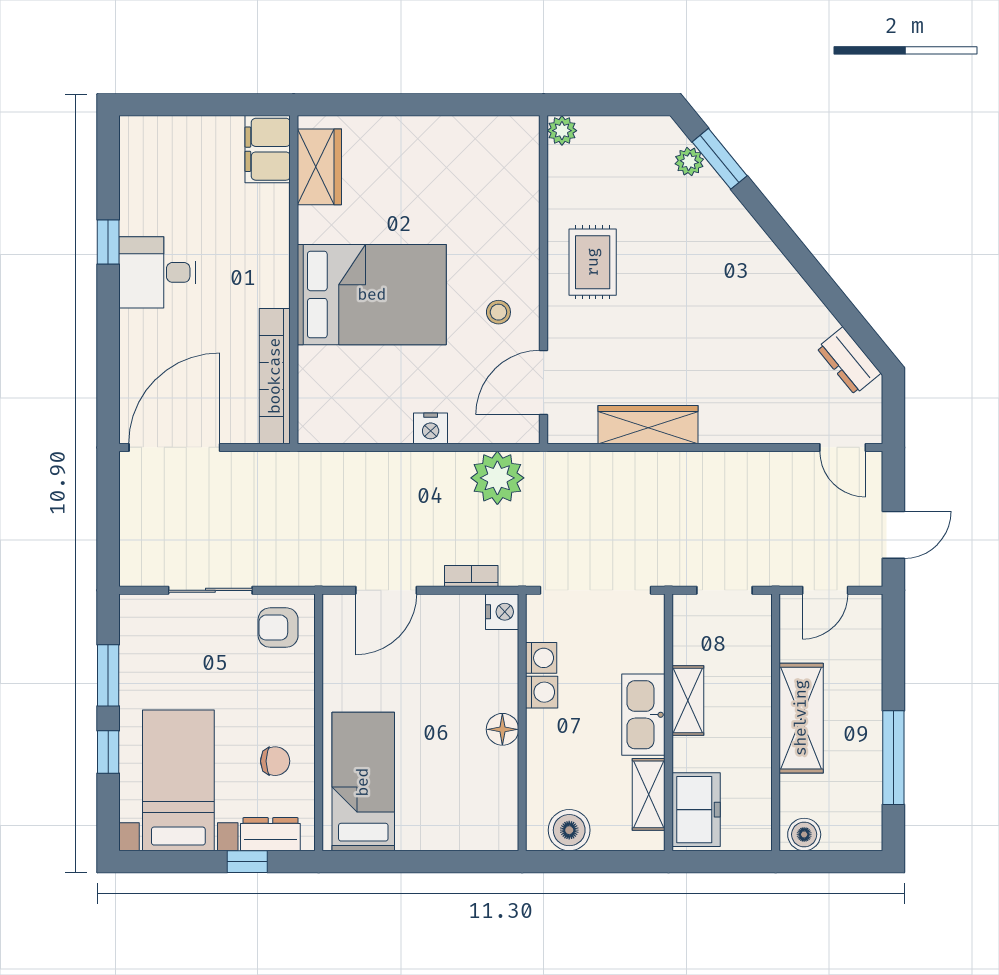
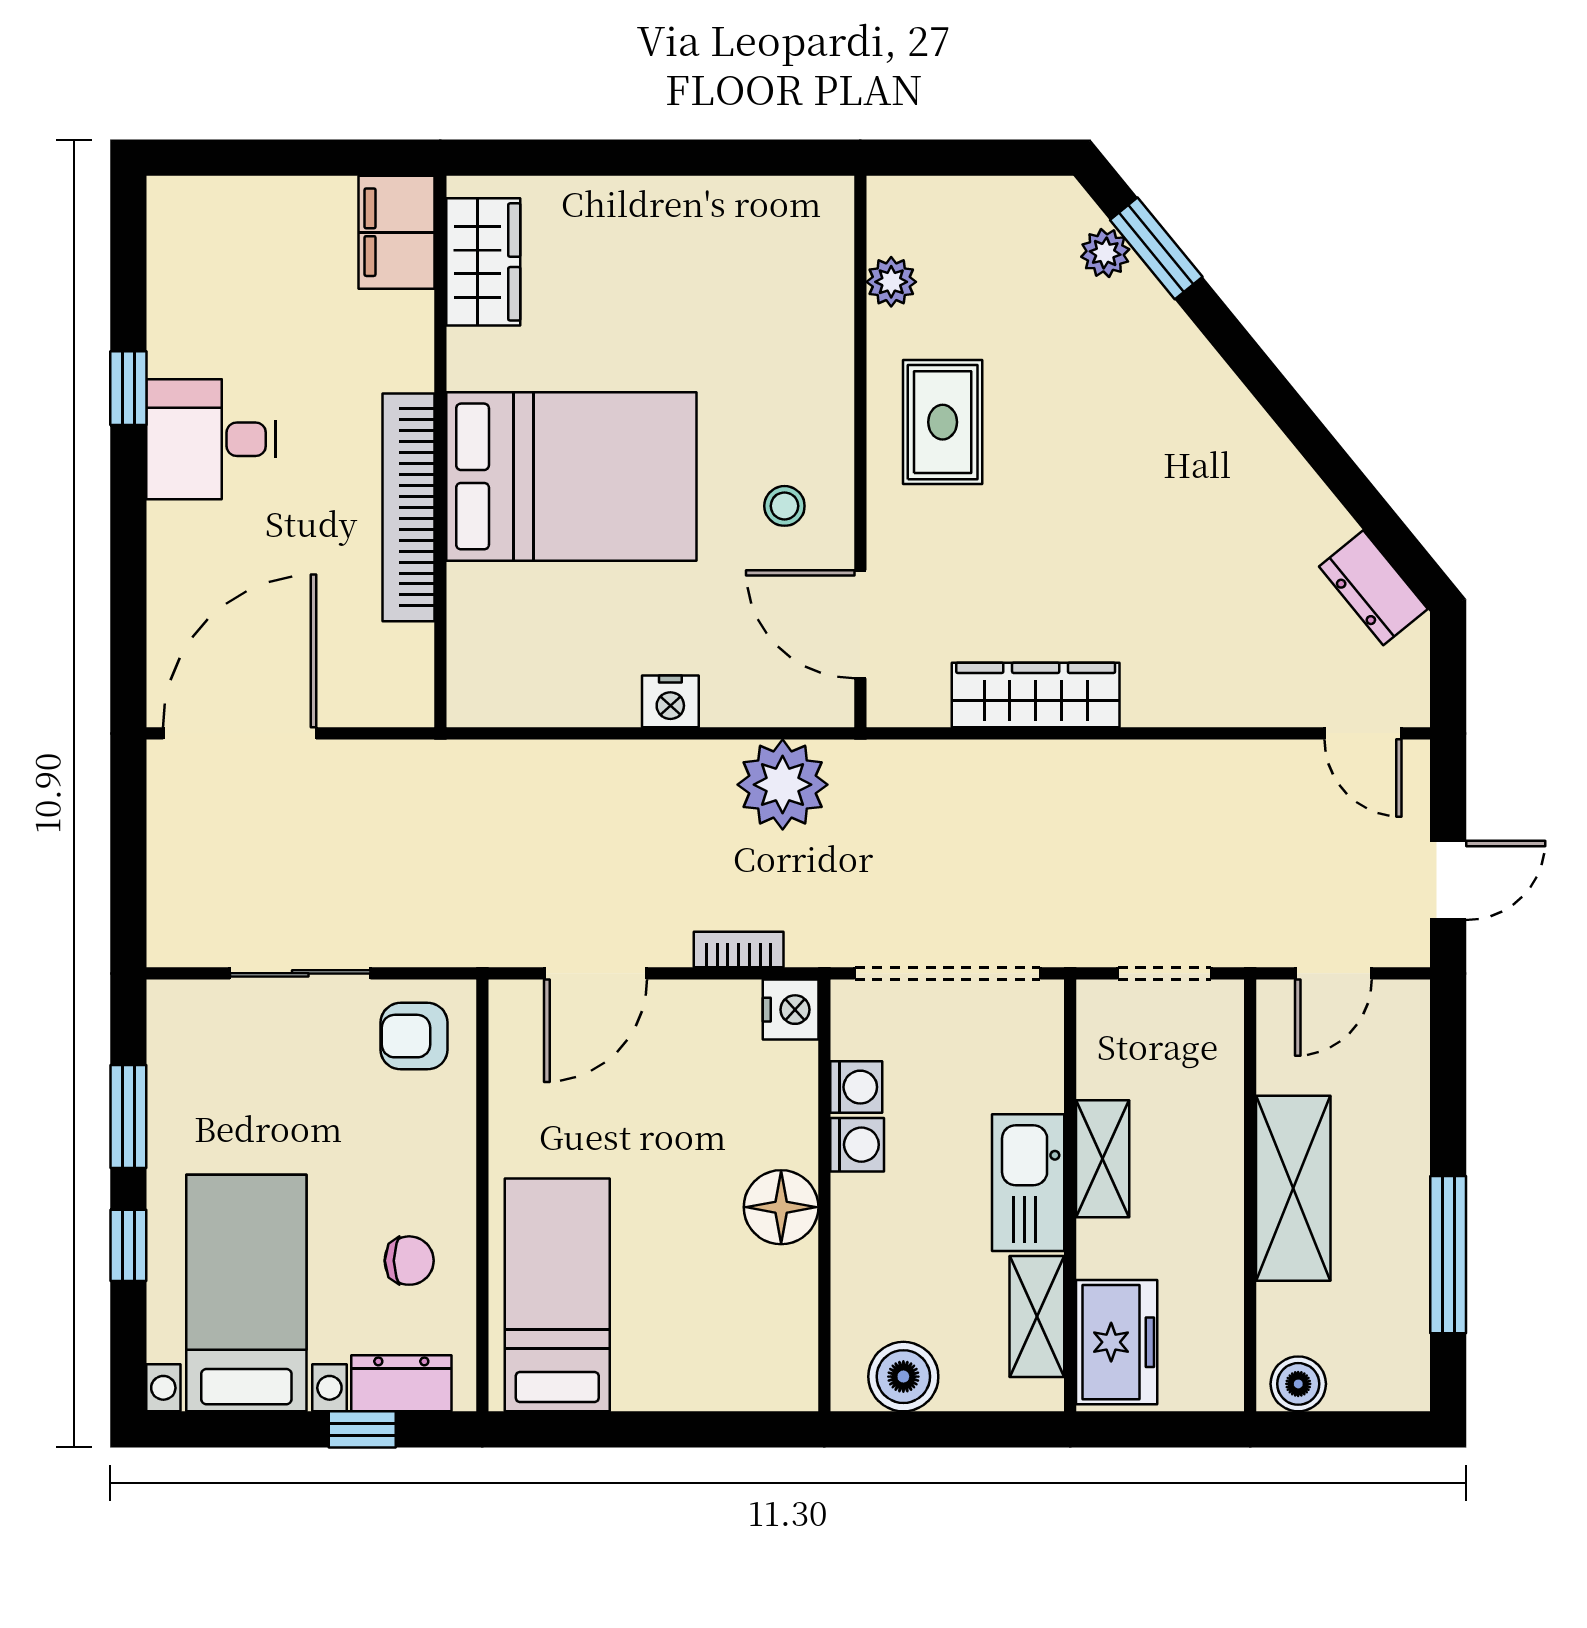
plant: (562, 131) -> (891, 282), moved
bookcase: (275, 376) -> (408, 507), moved
door: (544, 382) -> (860, 624), hinge flipped
floor lamp: (502, 729) -> (781, 1207), width x1.38, depth x1.38

